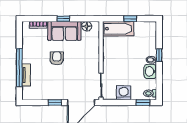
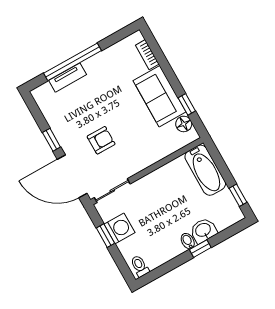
window: (64, 19) -> (187, 104), moved
window: (130, 19) -> (238, 195), moved
armchair: (57, 58) -> (101, 140), moved
washbasin: (150, 71) -> (203, 230), moved
window: (143, 103) -> (106, 236), moved

